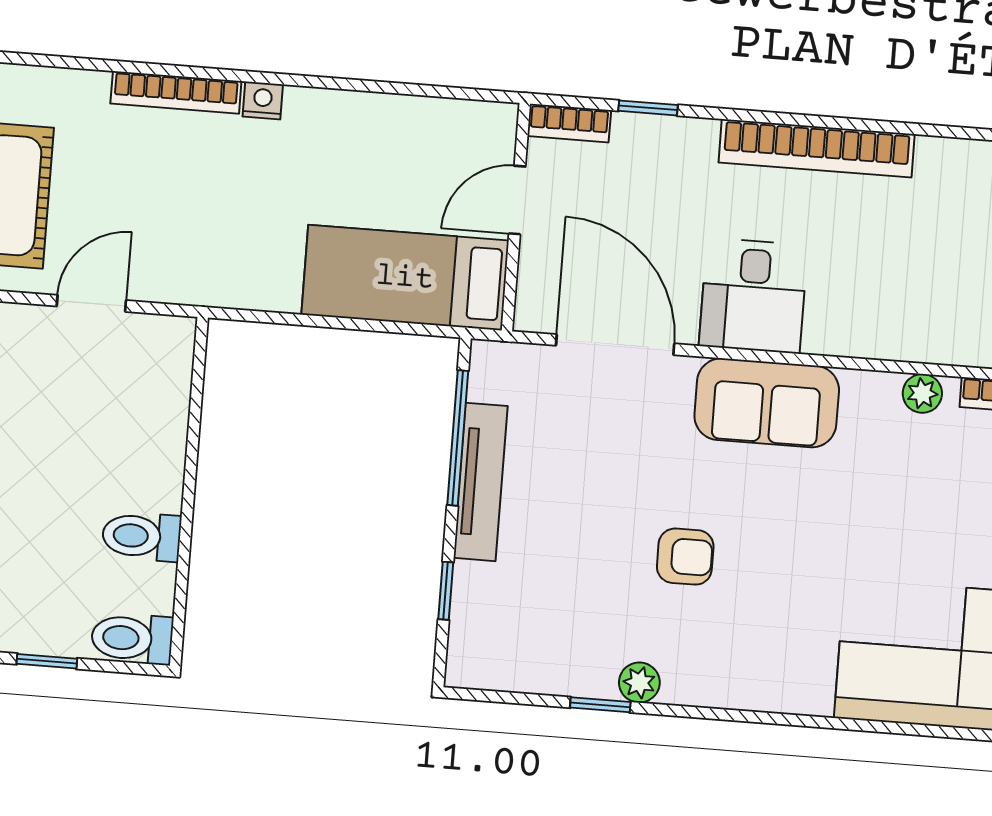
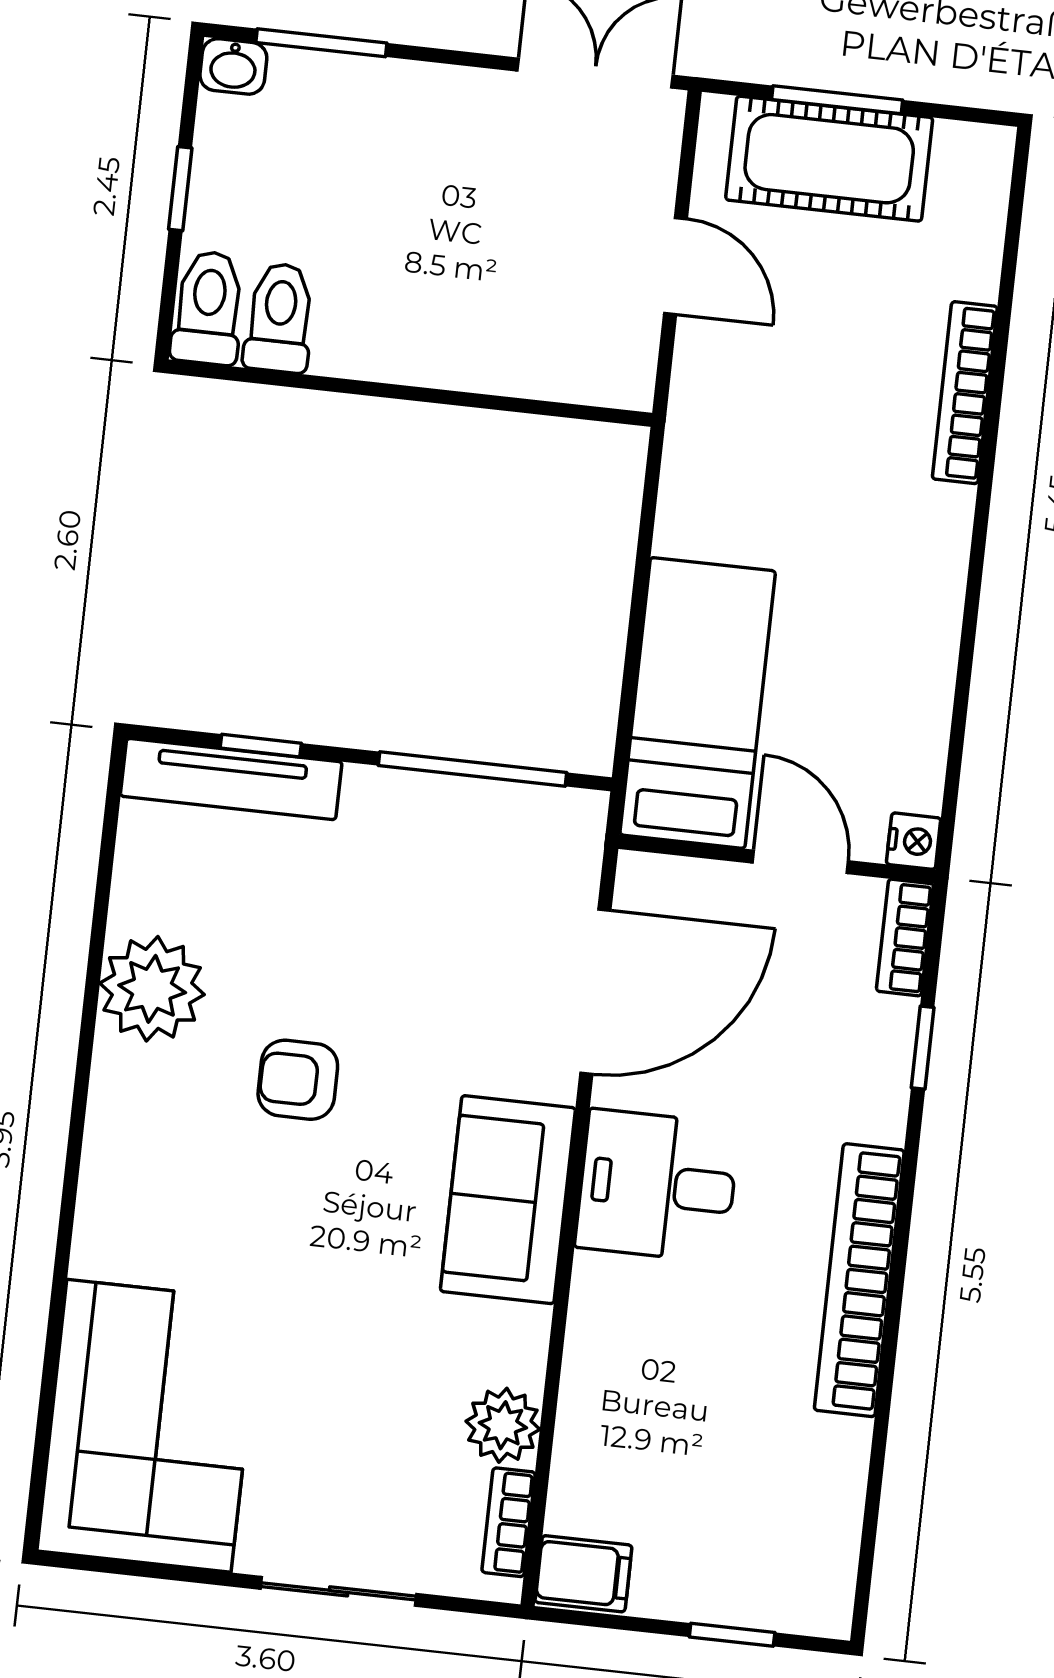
nightstand: (263, 100) -> (914, 841), moved
plant: (922, 393) -> (503, 1425), width x1.38, depth x1.38
tv unit: (481, 482) -> (231, 779), moved
toilet: (142, 536) -> (280, 318), moved
armchair: (685, 557) -> (298, 1080), turned 90
plant: (639, 683) -> (152, 989), width x1.87, depth x1.87
window: (600, 705) -> (96, 955), removed

